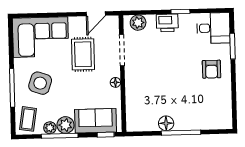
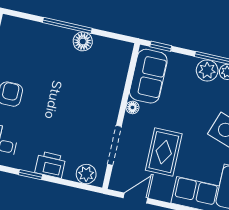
sofa: (96, 121) -> (148, 76), moved, turned -90

